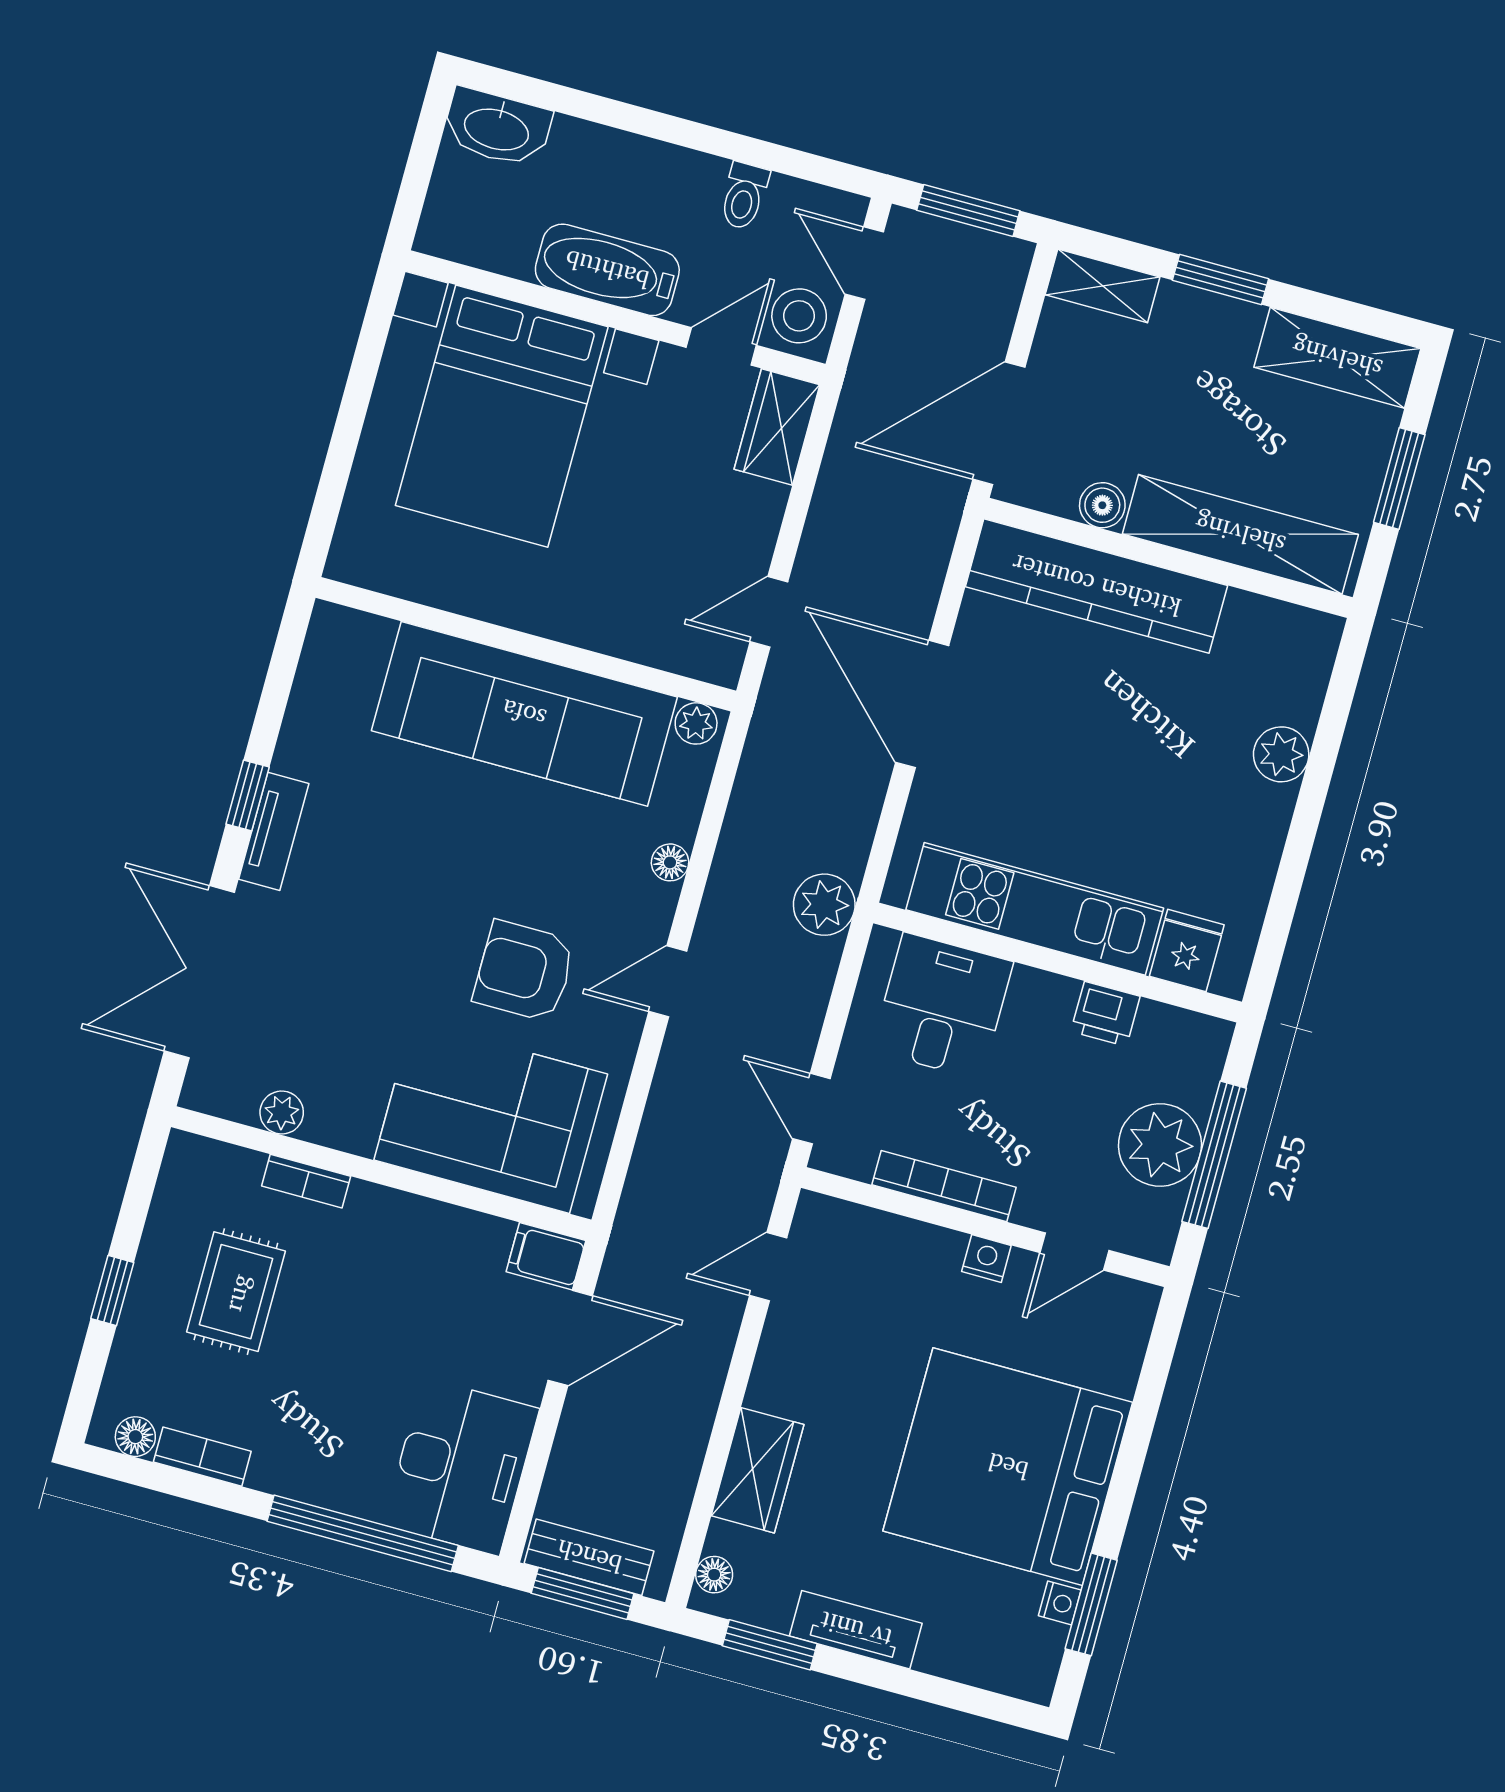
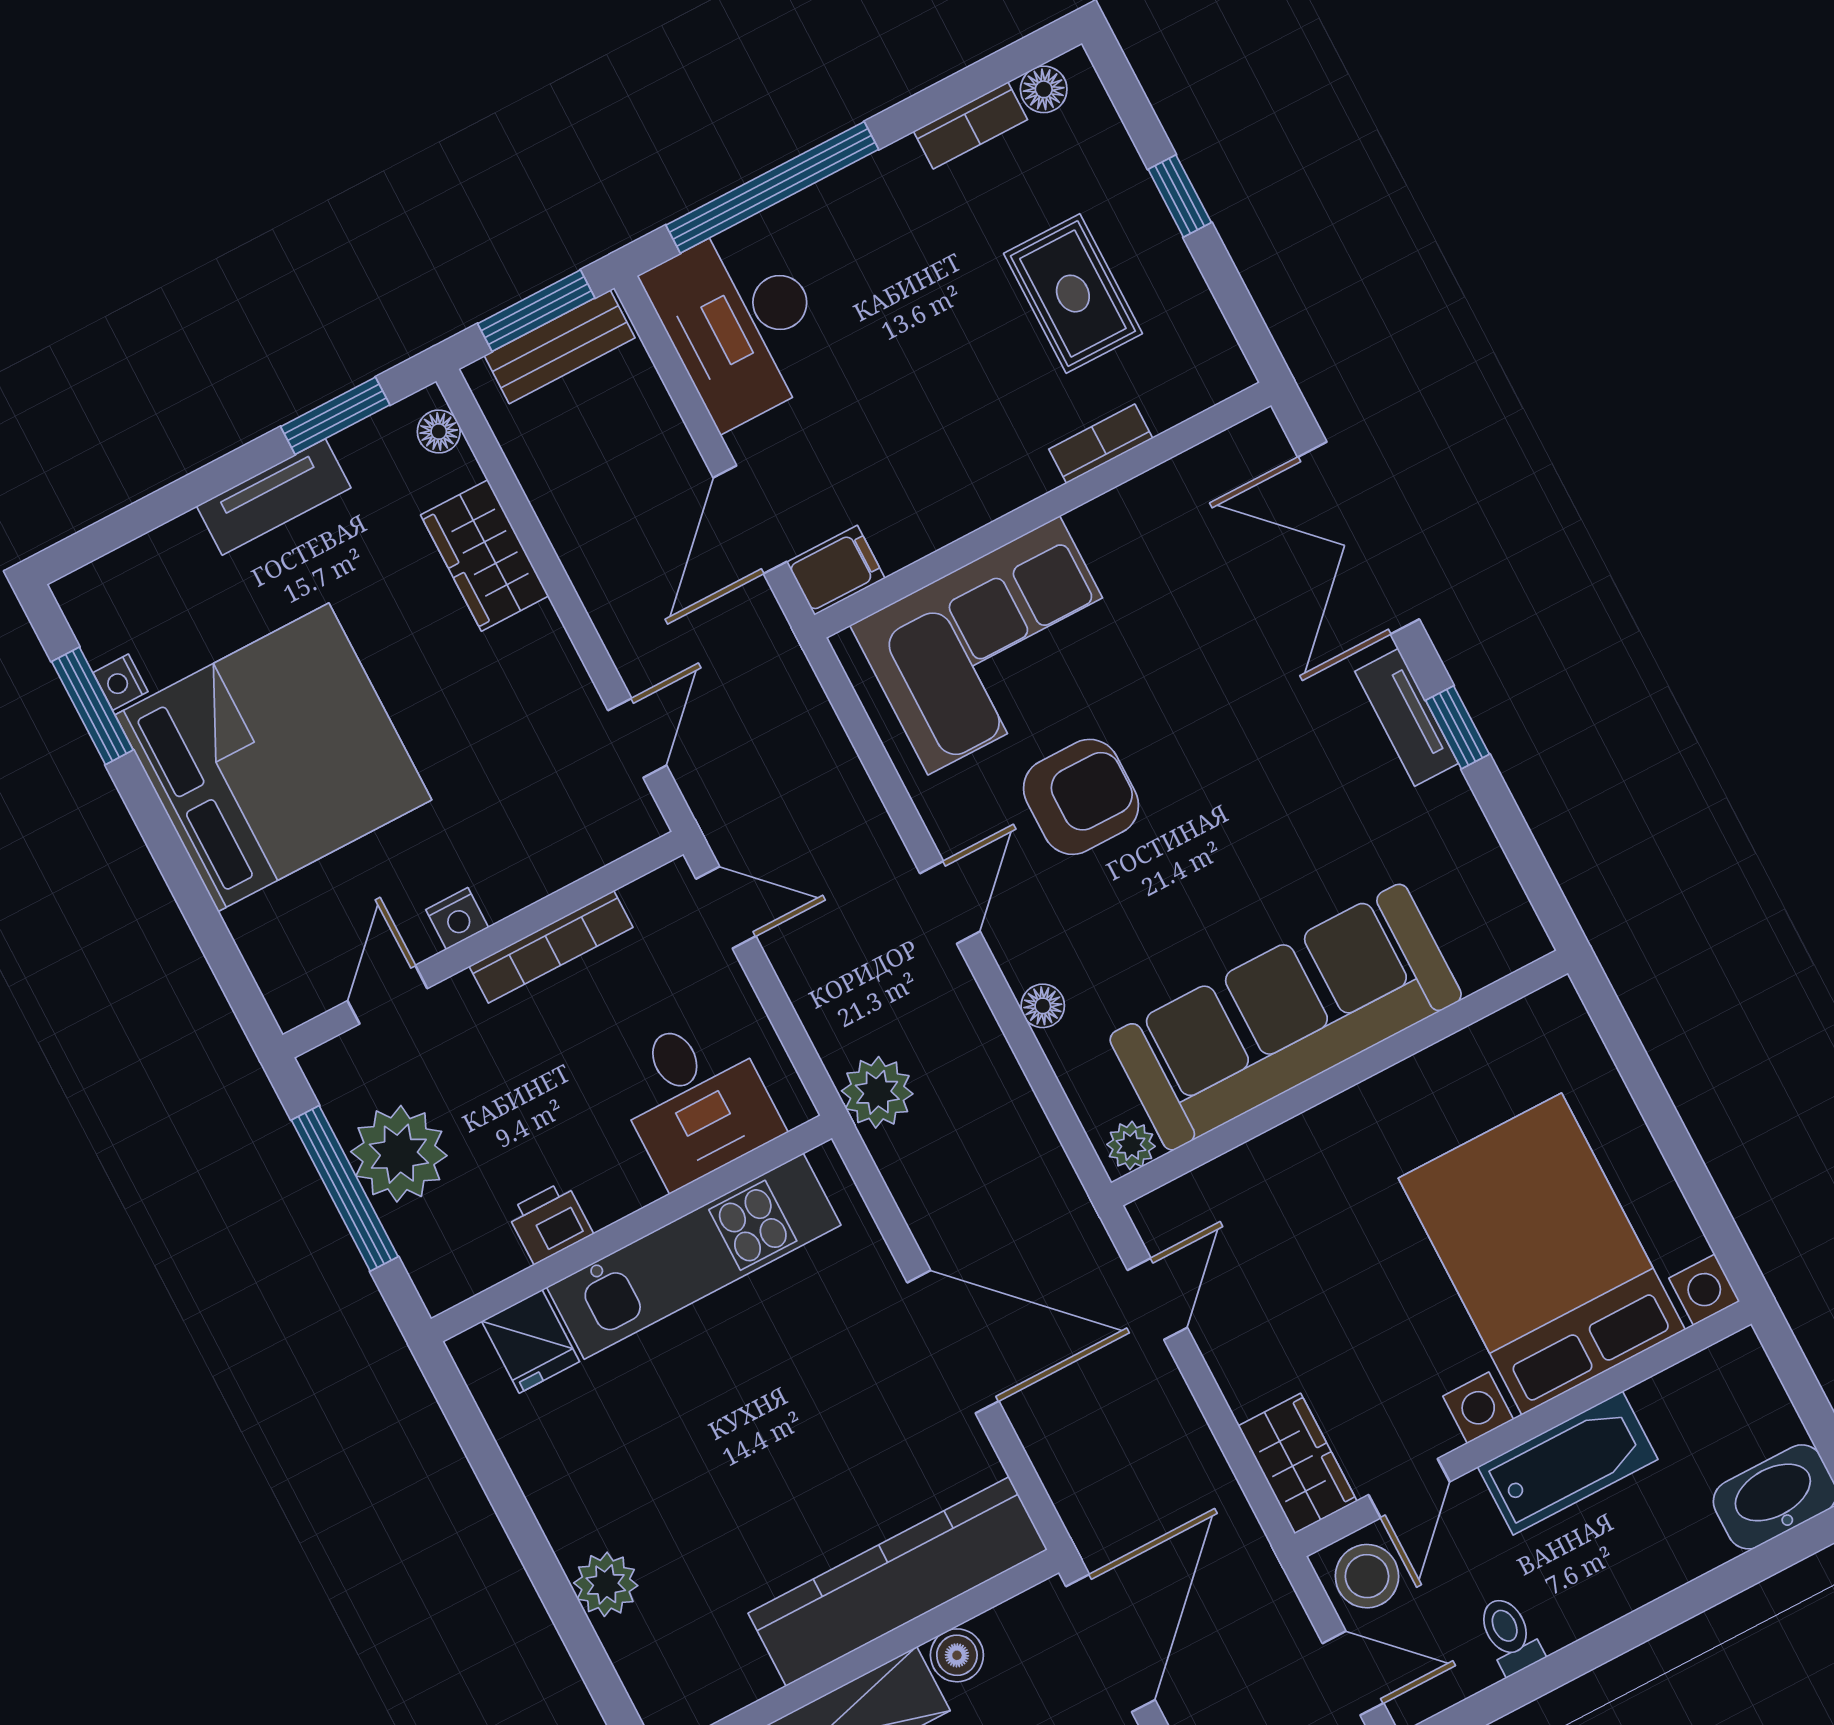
double door: (199, 972) -> (1359, 538), swing flipped
plant: (282, 1113) -> (1176, 483), removed

